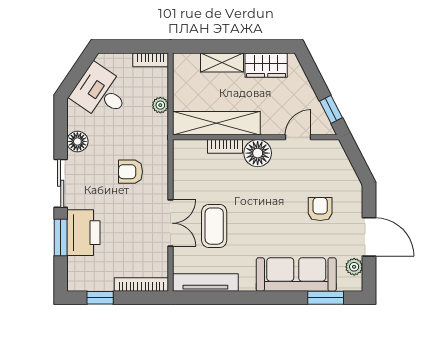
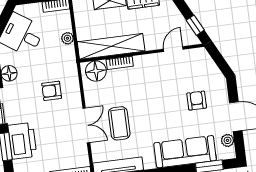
floor lamp: (258, 153) -> (96, 71), moved

